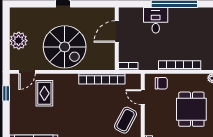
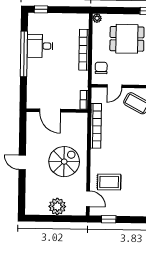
desk: (156, 20) -> (40, 46), moved
spiral stairs: (65, 47) -> (64, 162), width x0.73, depth x0.73

